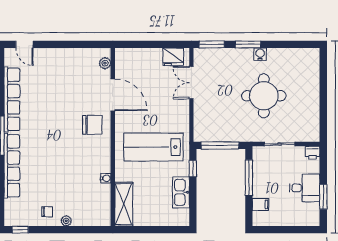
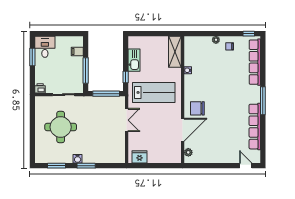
window: (212, 44) -> (57, 166), moved
double door: (191, 83) -> (127, 120), moved
door: (113, 95) -> (183, 130), swing flipped
round table: (264, 96) -> (61, 127), moved
row of seats: (12, 166) -> (255, 62), moved
desk: (305, 188) -> (45, 47), moved, turned 90

